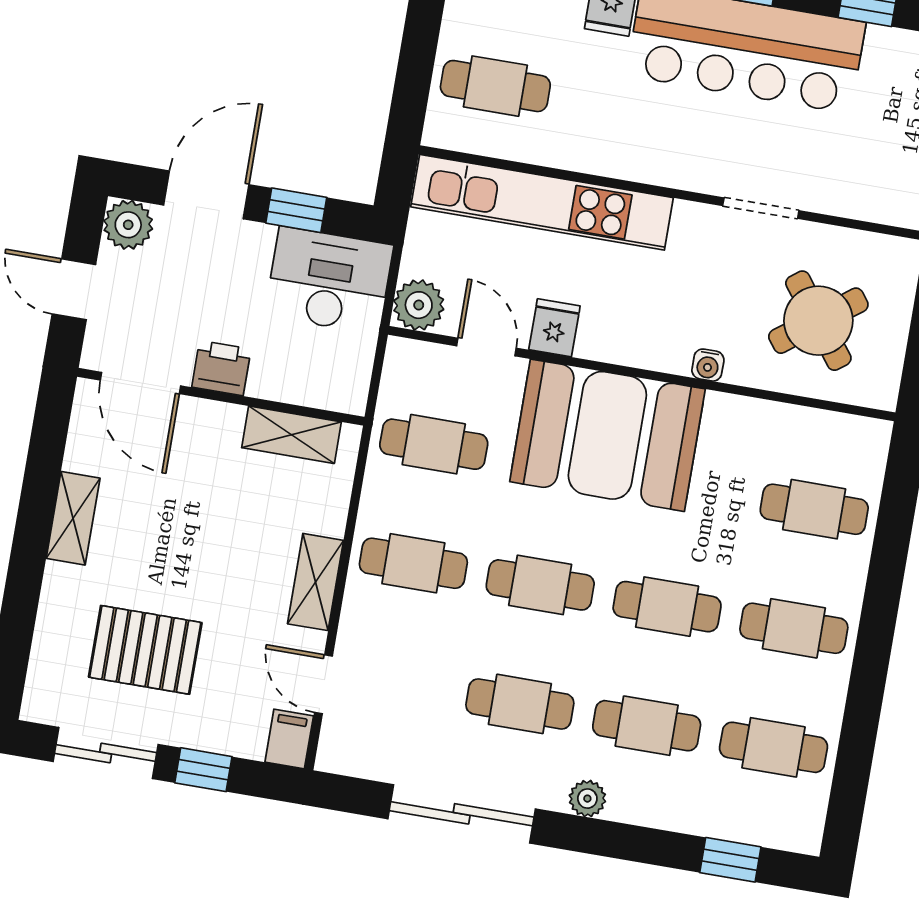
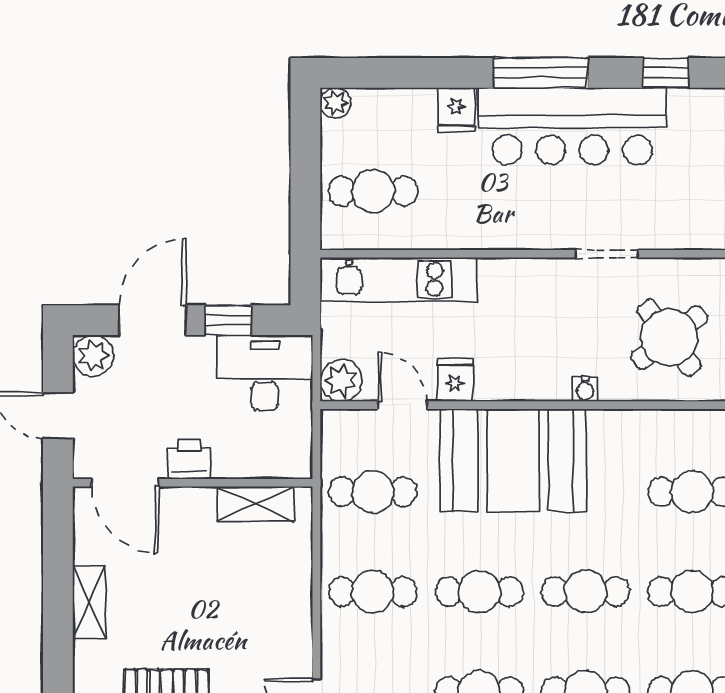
kitchen unit: (542, 202) -> (399, 279), width x0.73
shelving: (315, 582) -> (296, 621), removed

